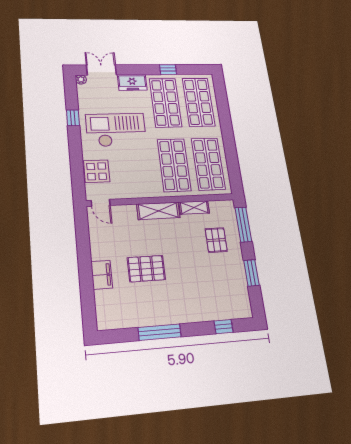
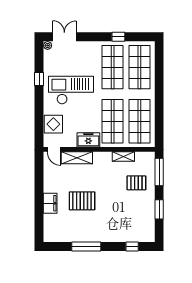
freezer: (132, 82) -> (88, 140), moved, turned 180
shelving: (158, 211) -> (77, 158), moved
pallet: (216, 240) -> (136, 183), turned 90

